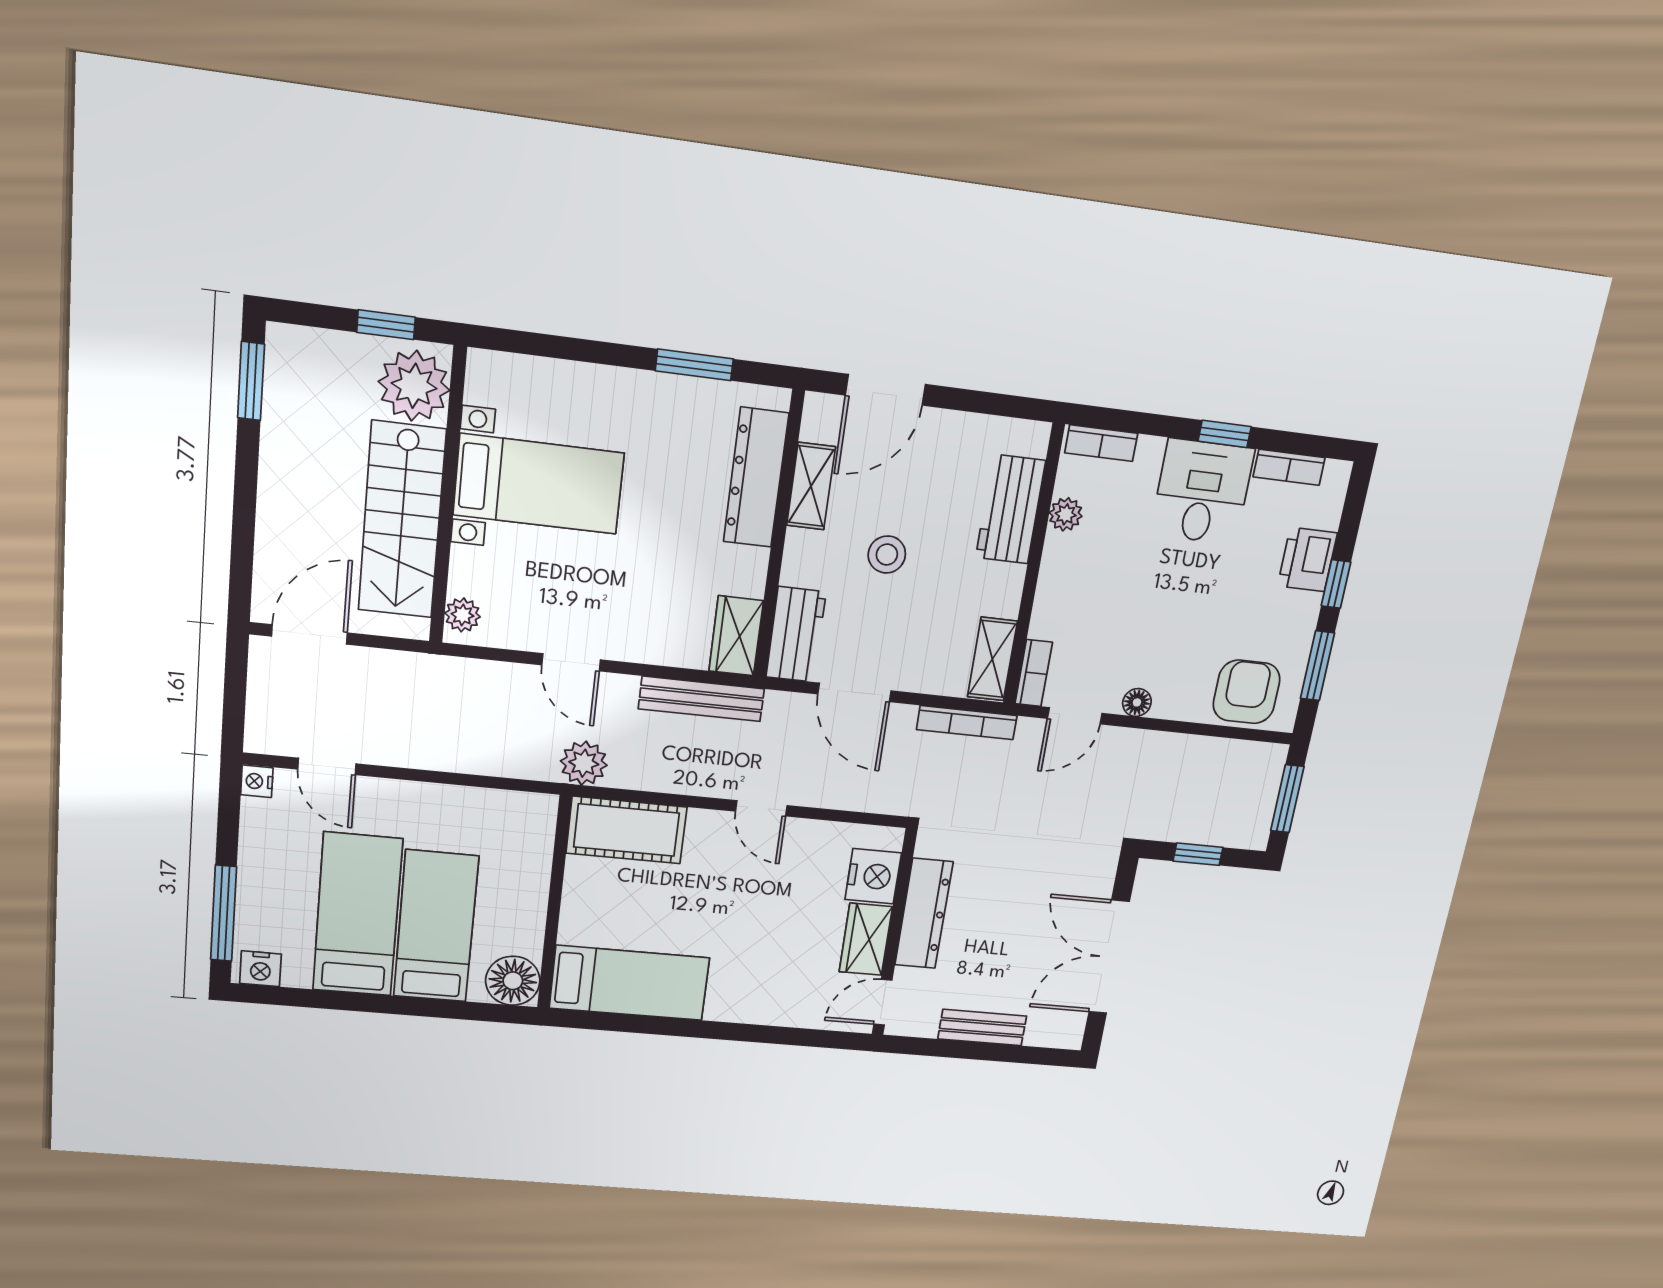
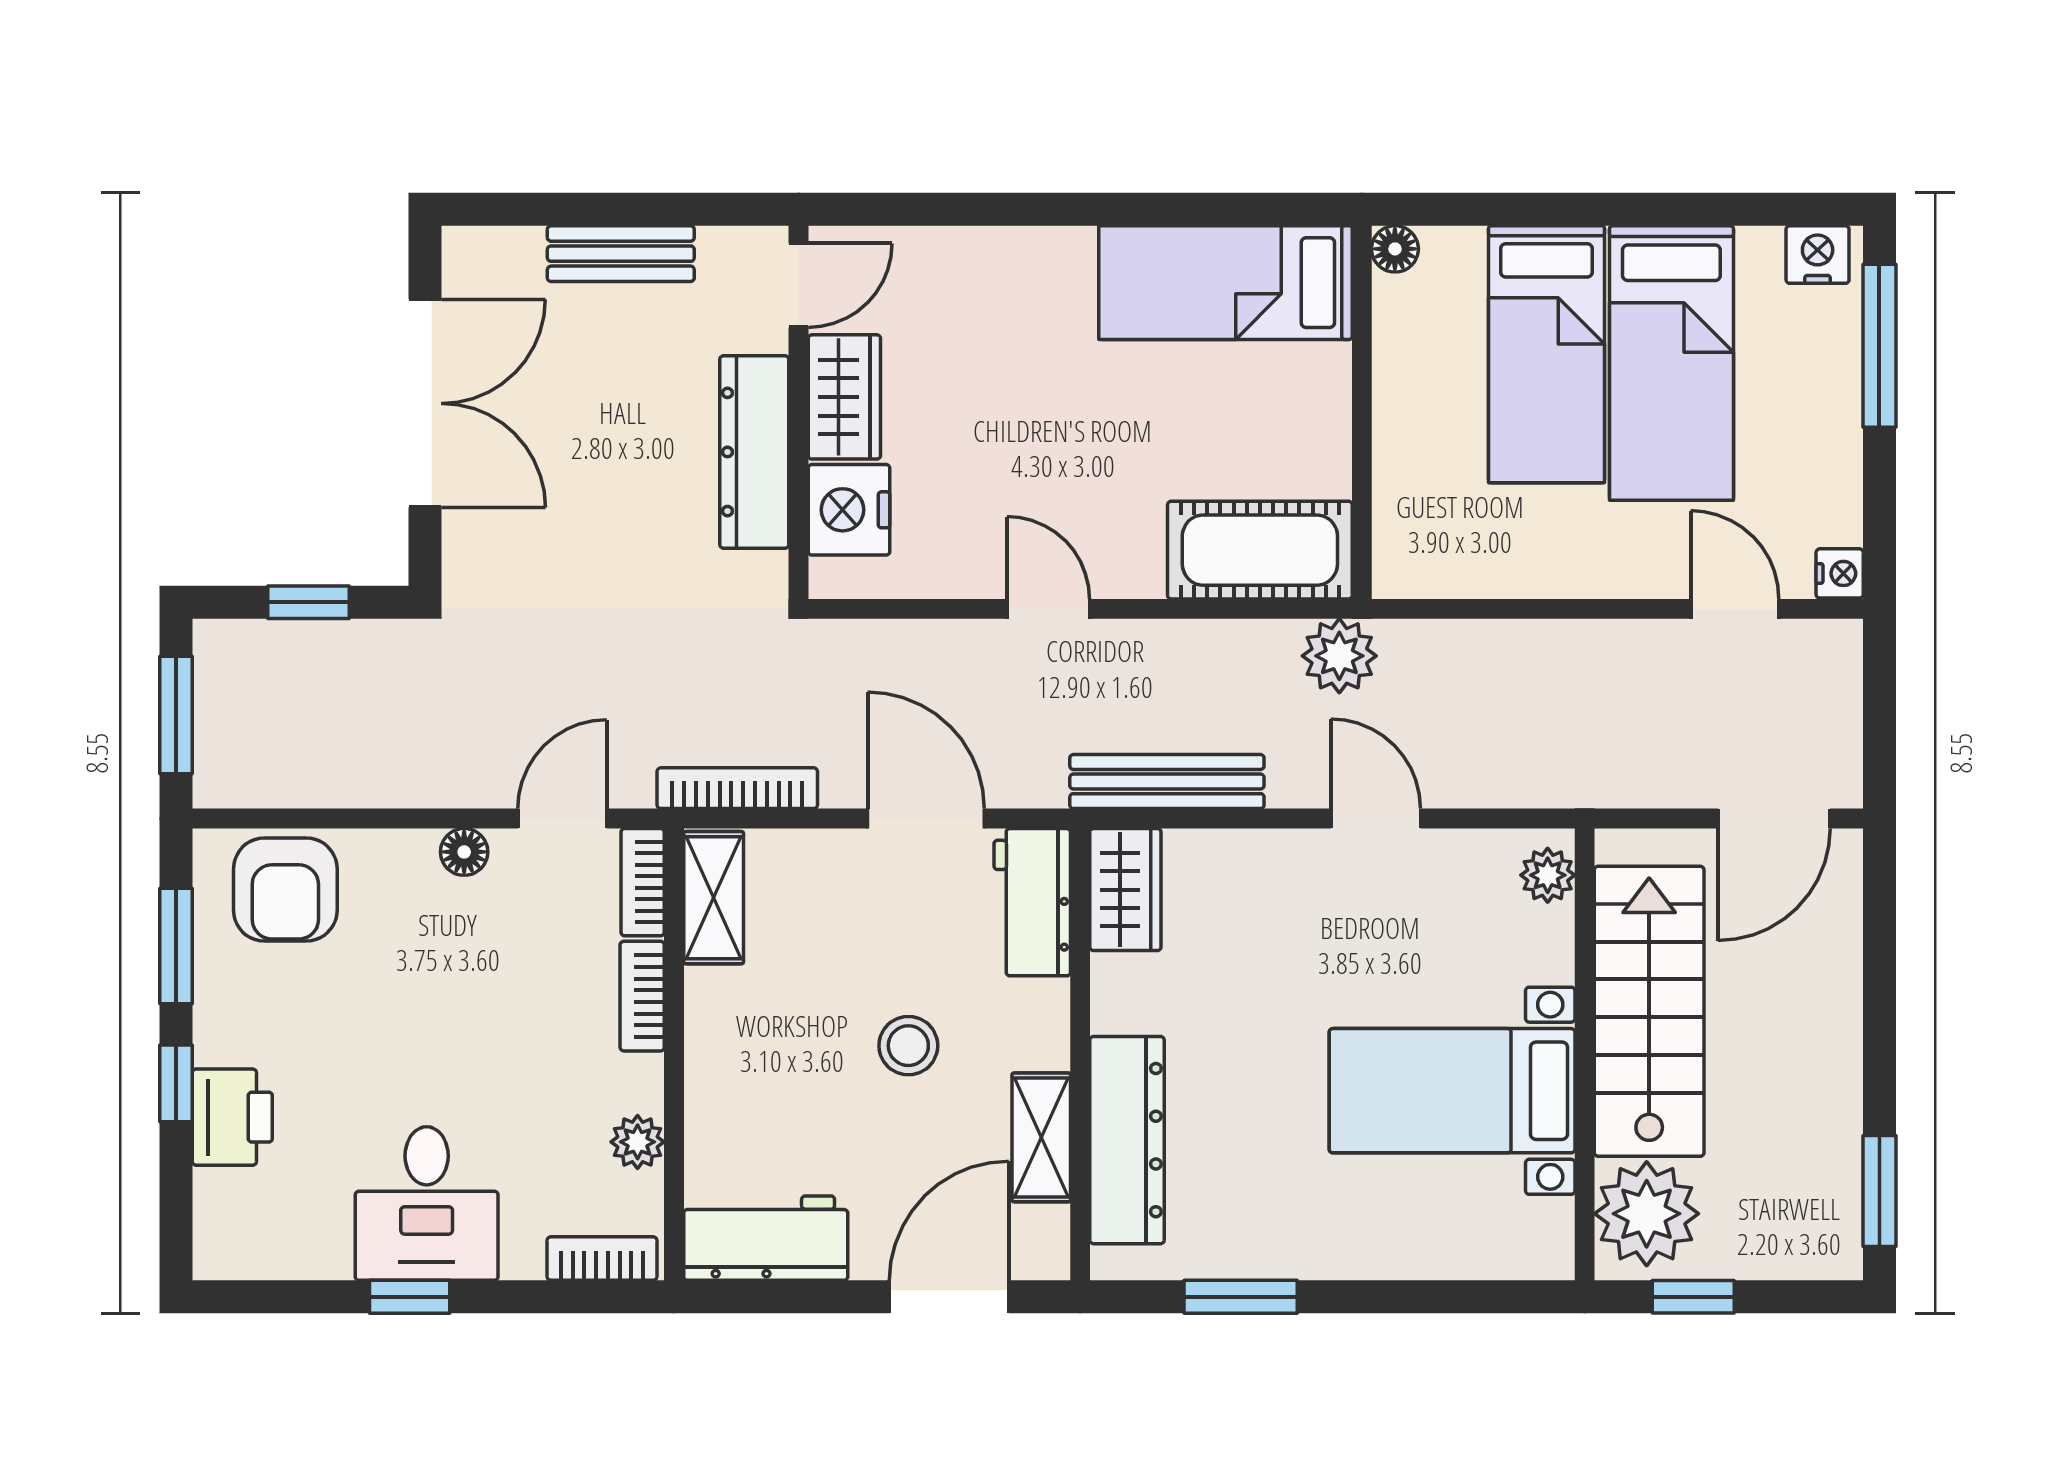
bookcase: (1289, 467) -> (642, 996), moved, turned -90
workbench: (1010, 509) -> (766, 1238), moved, turned -90
floor lamp: (513, 981) -> (1395, 249), width x0.53, depth x0.53

